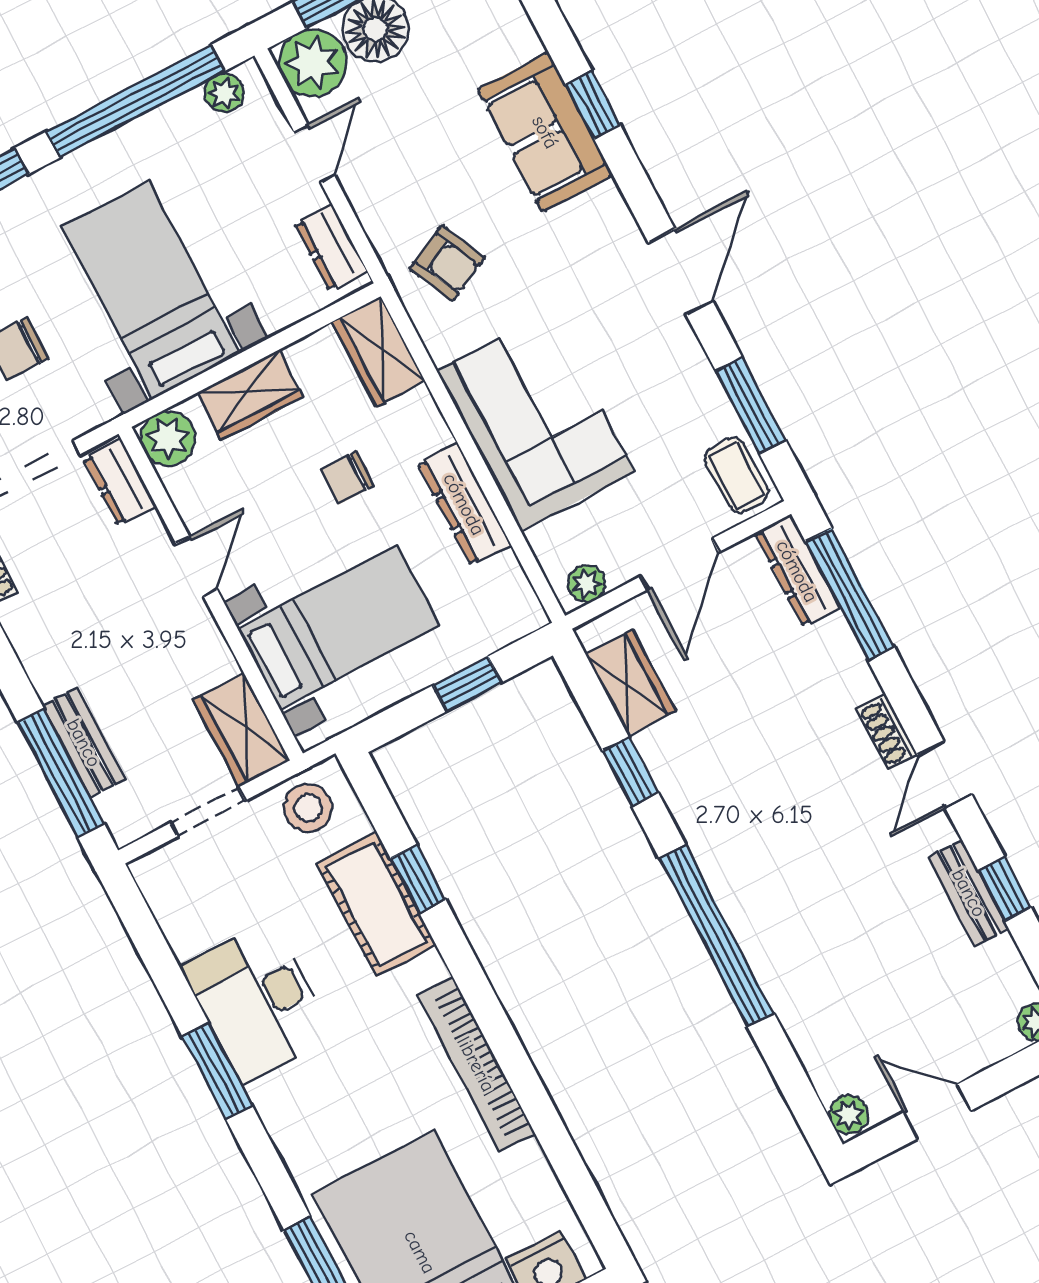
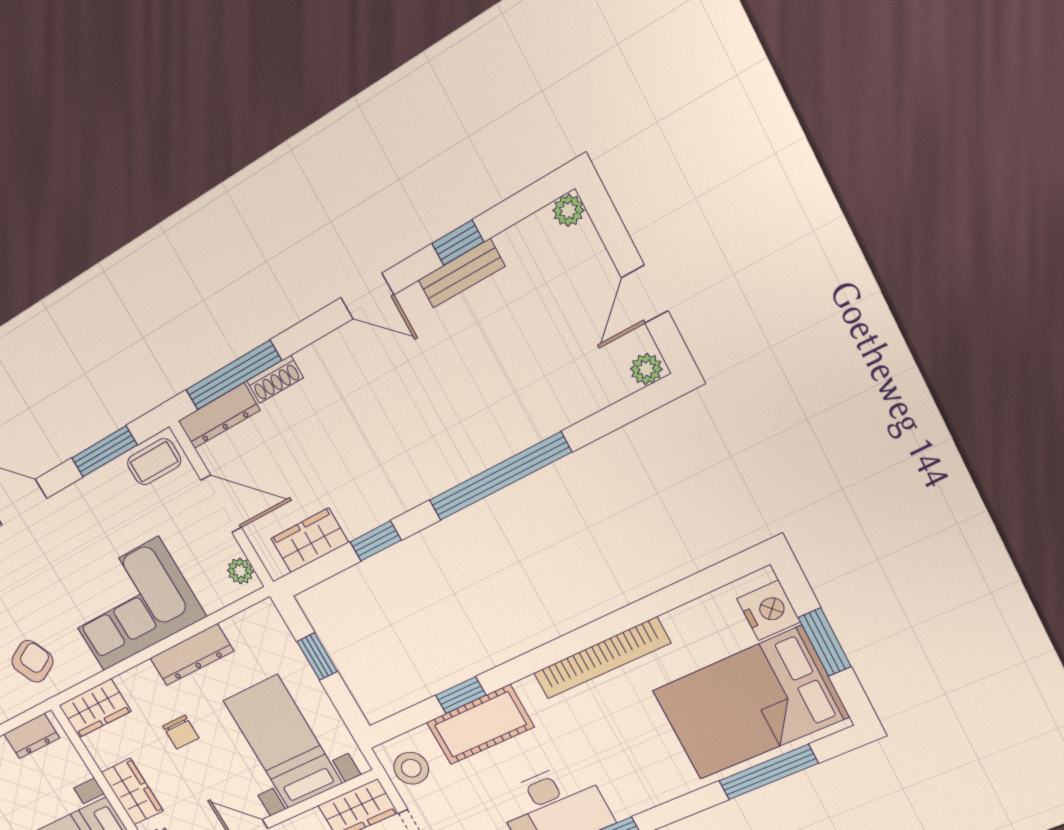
shoe rack: (887, 731) -> (275, 379), moved

